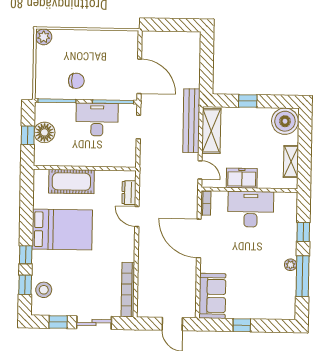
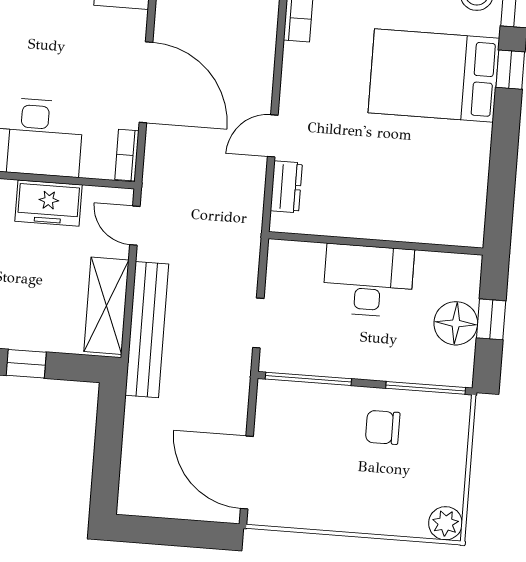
door: (139, 76) -> (247, 473), moved
desk: (97, 119) -> (368, 281), moved, turned 180
cot: (71, 182) -> (405, 217), removed
door: (137, 216) -> (273, 136), swing flipped
bed: (62, 230) -> (434, 76), moved

